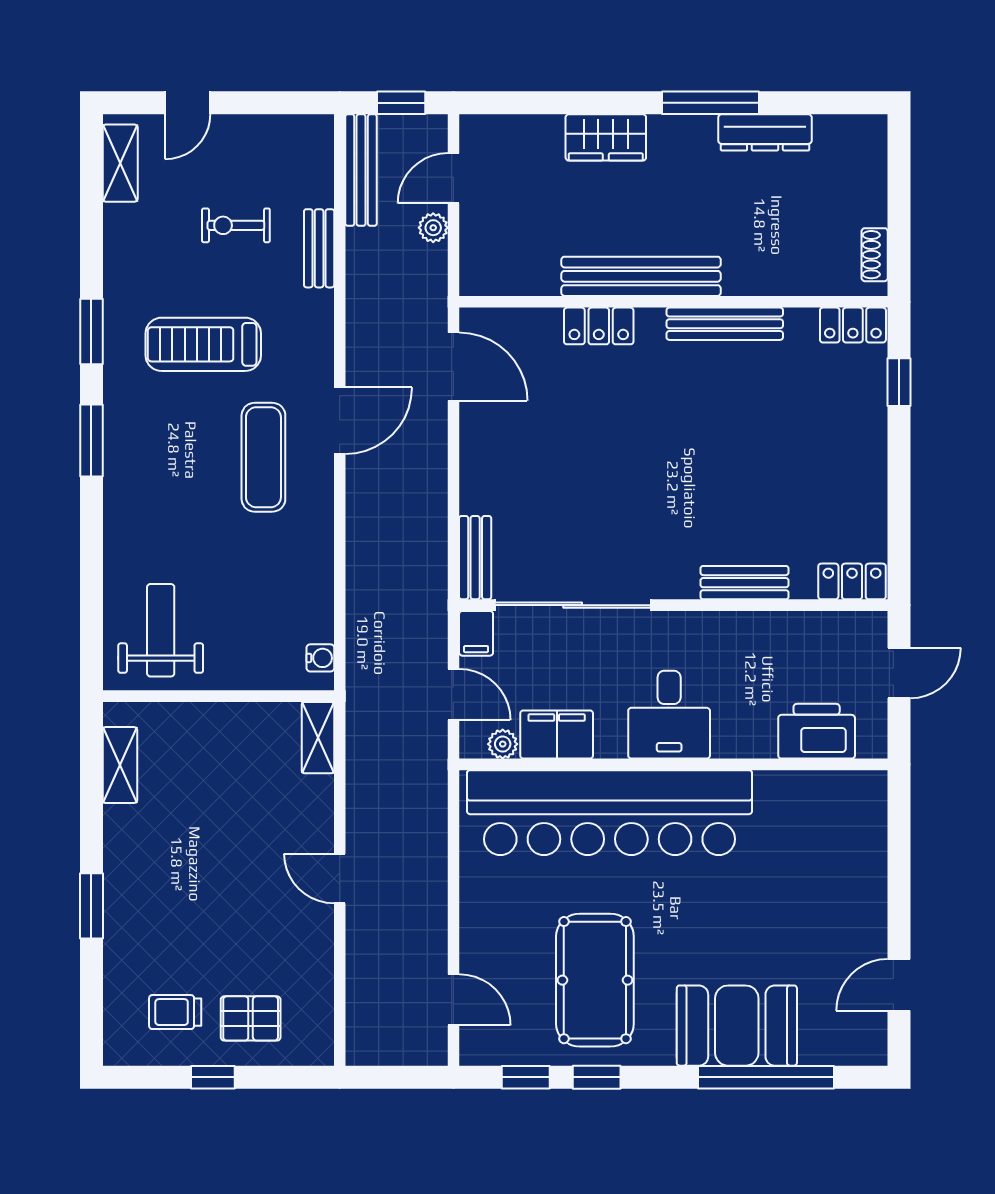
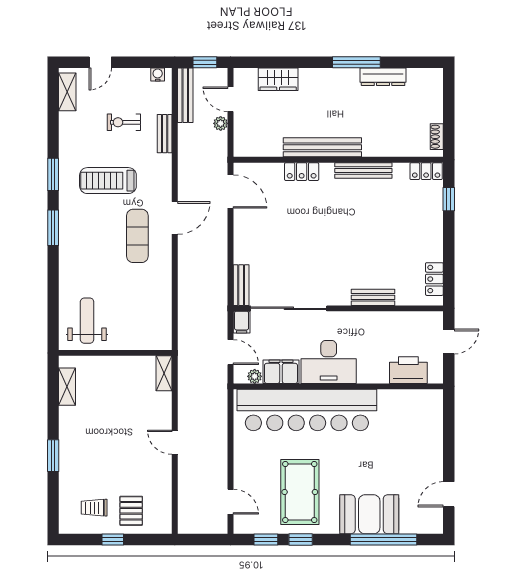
wardrobe: (606, 137) -> (278, 79), moved
door: (453, 178) -> (230, 99), hinge flipped
locker: (852, 581) -> (434, 279), moved, turned -90
water cooler: (320, 658) -> (158, 75), moved, turned -90
desk: (669, 715) -> (329, 362), width x1.37
pallet: (251, 1018) -> (131, 511), turned 90

